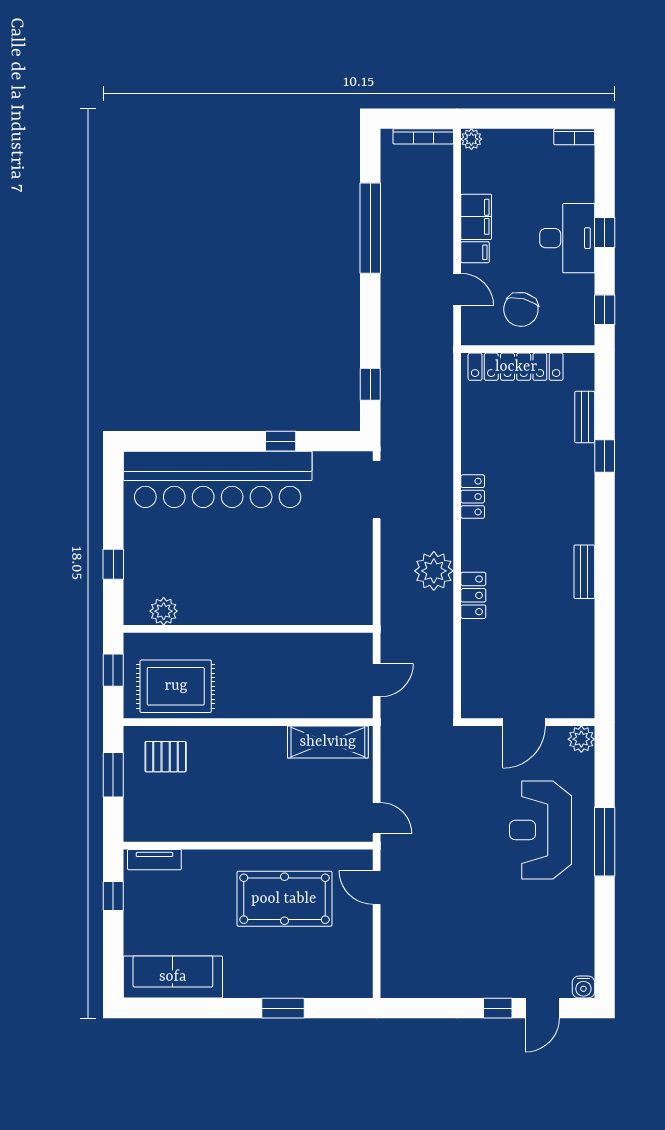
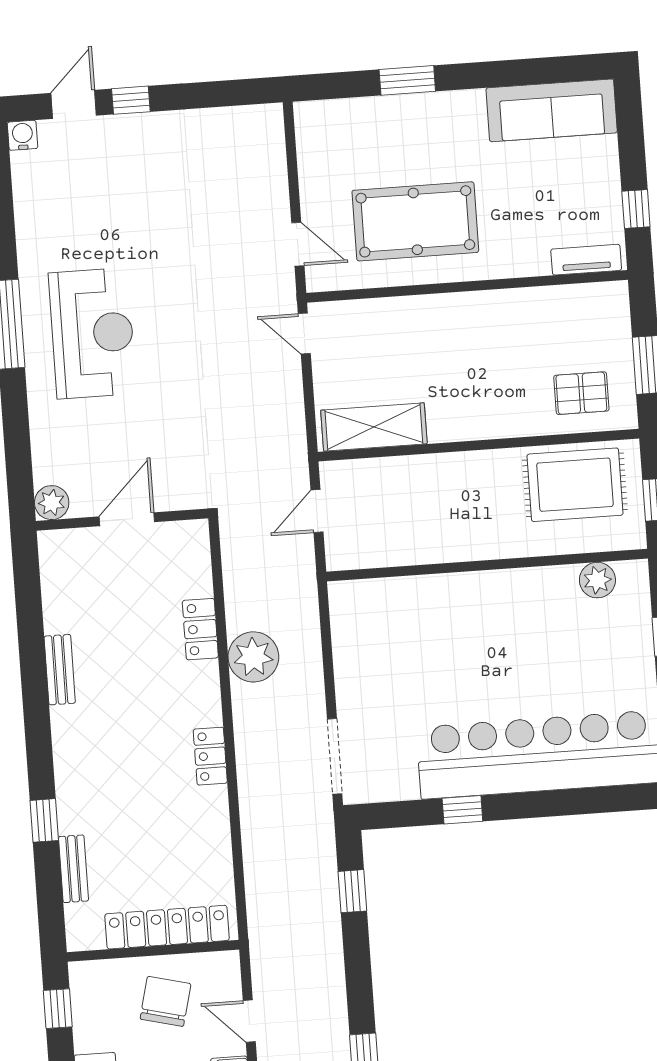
door: (524, 722) -> (127, 519), moved
wall: (528, 722) -> (122, 520), moved
plant: (581, 739) -> (52, 503), moved

